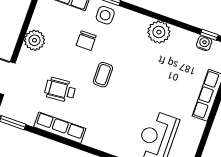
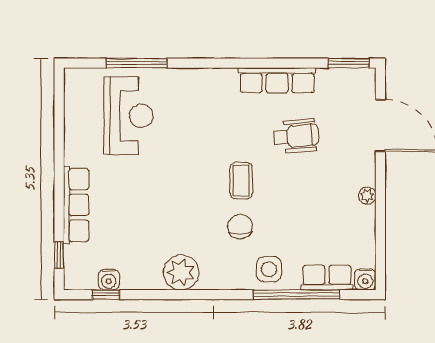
plant: (35, 40) -> (367, 196), width x0.53, depth x0.53
chair: (86, 41) -> (240, 227), moved

